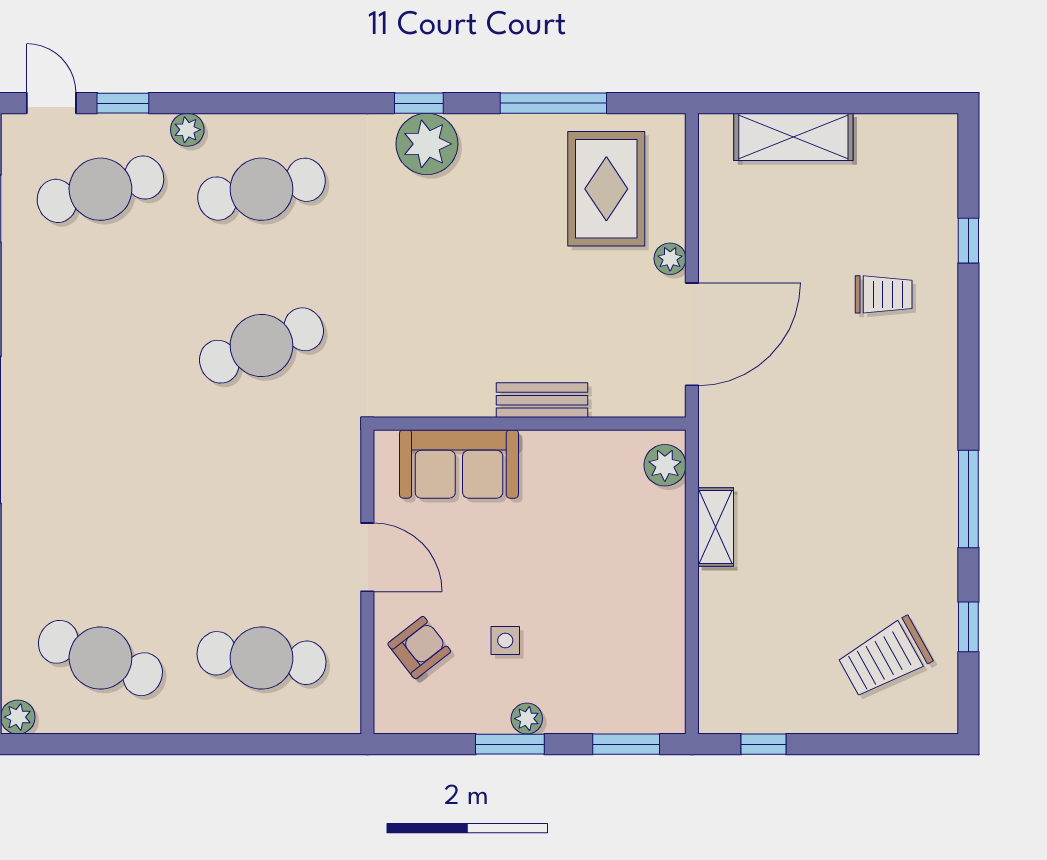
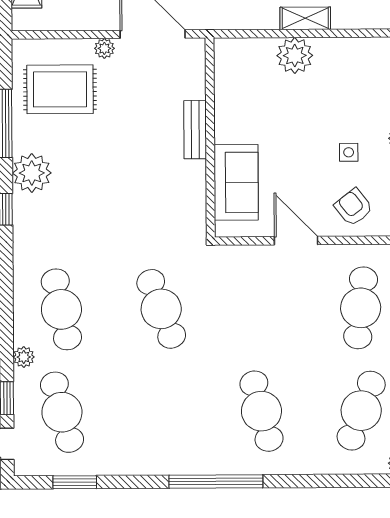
plant: (427, 144) -> (32, 173), moved
plant: (665, 465) -> (295, 56), moved, width x1.36, depth x1.36
cafe table: (100, 502) -> (261, 411), added
shelving: (716, 527) -> (305, 18), moved
door: (367, 557) -> (296, 241), hinge flipped

